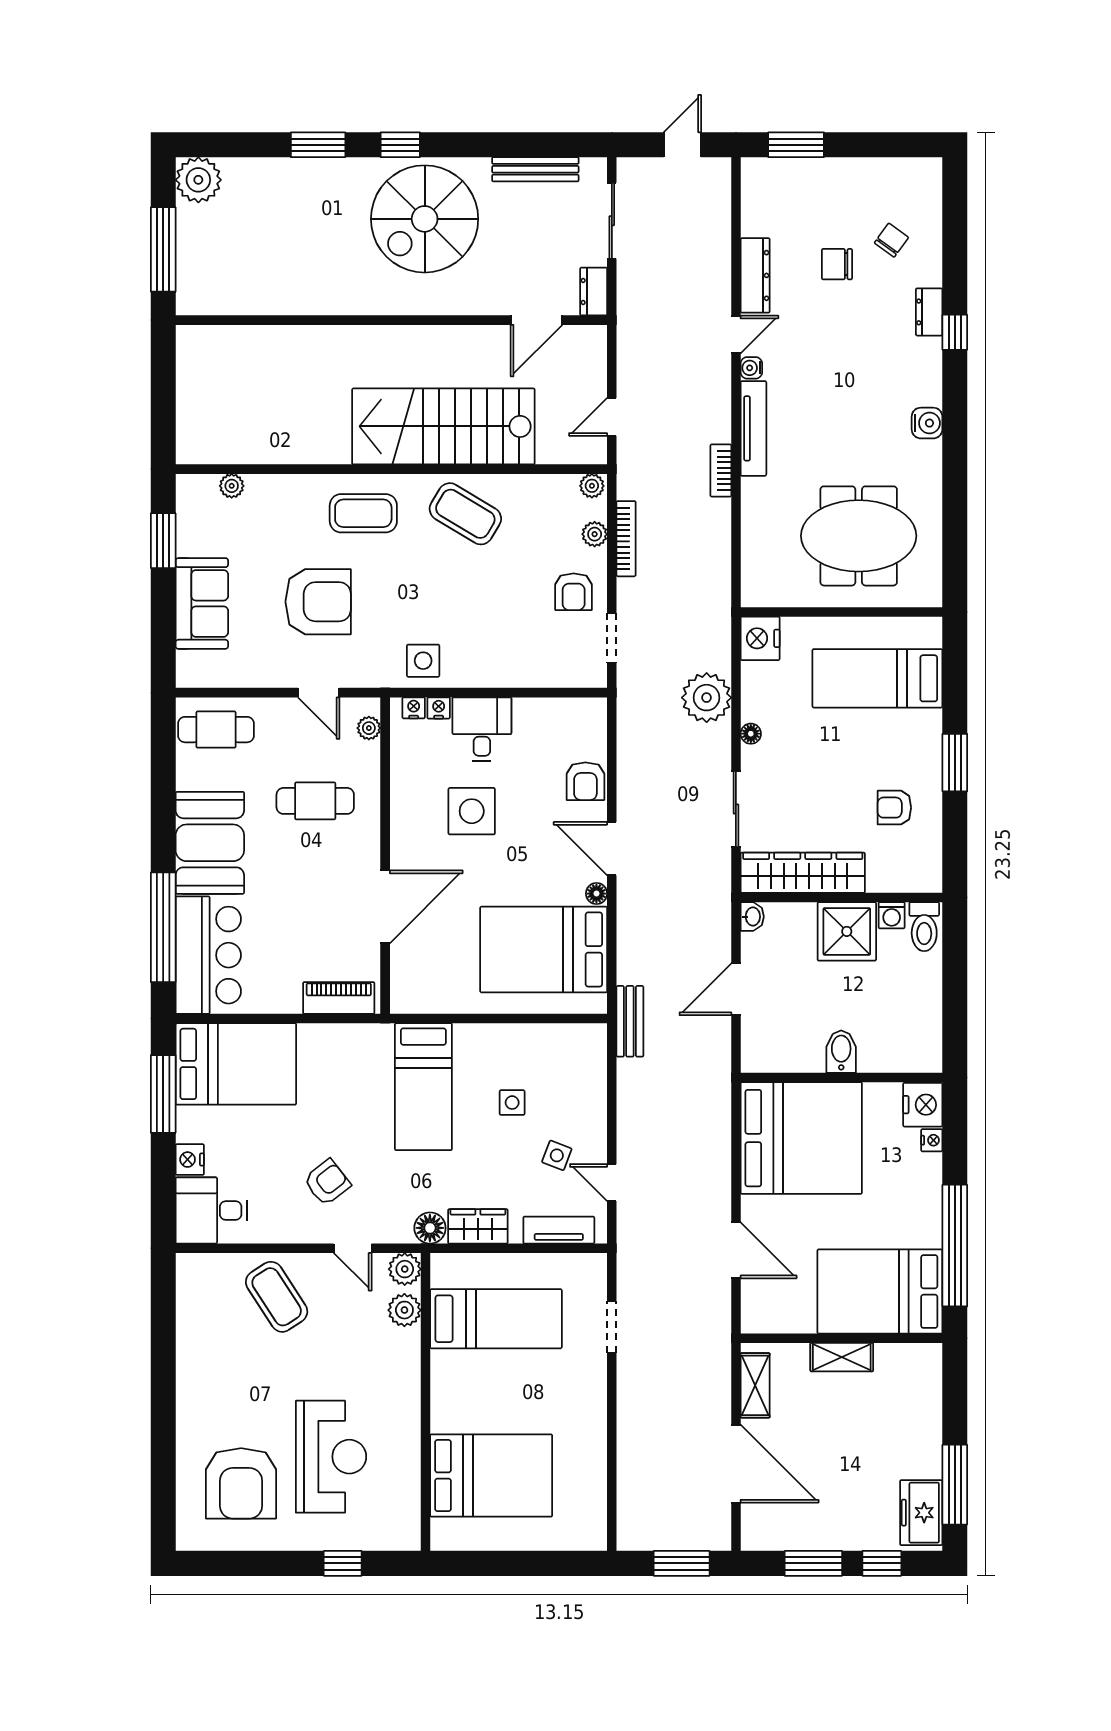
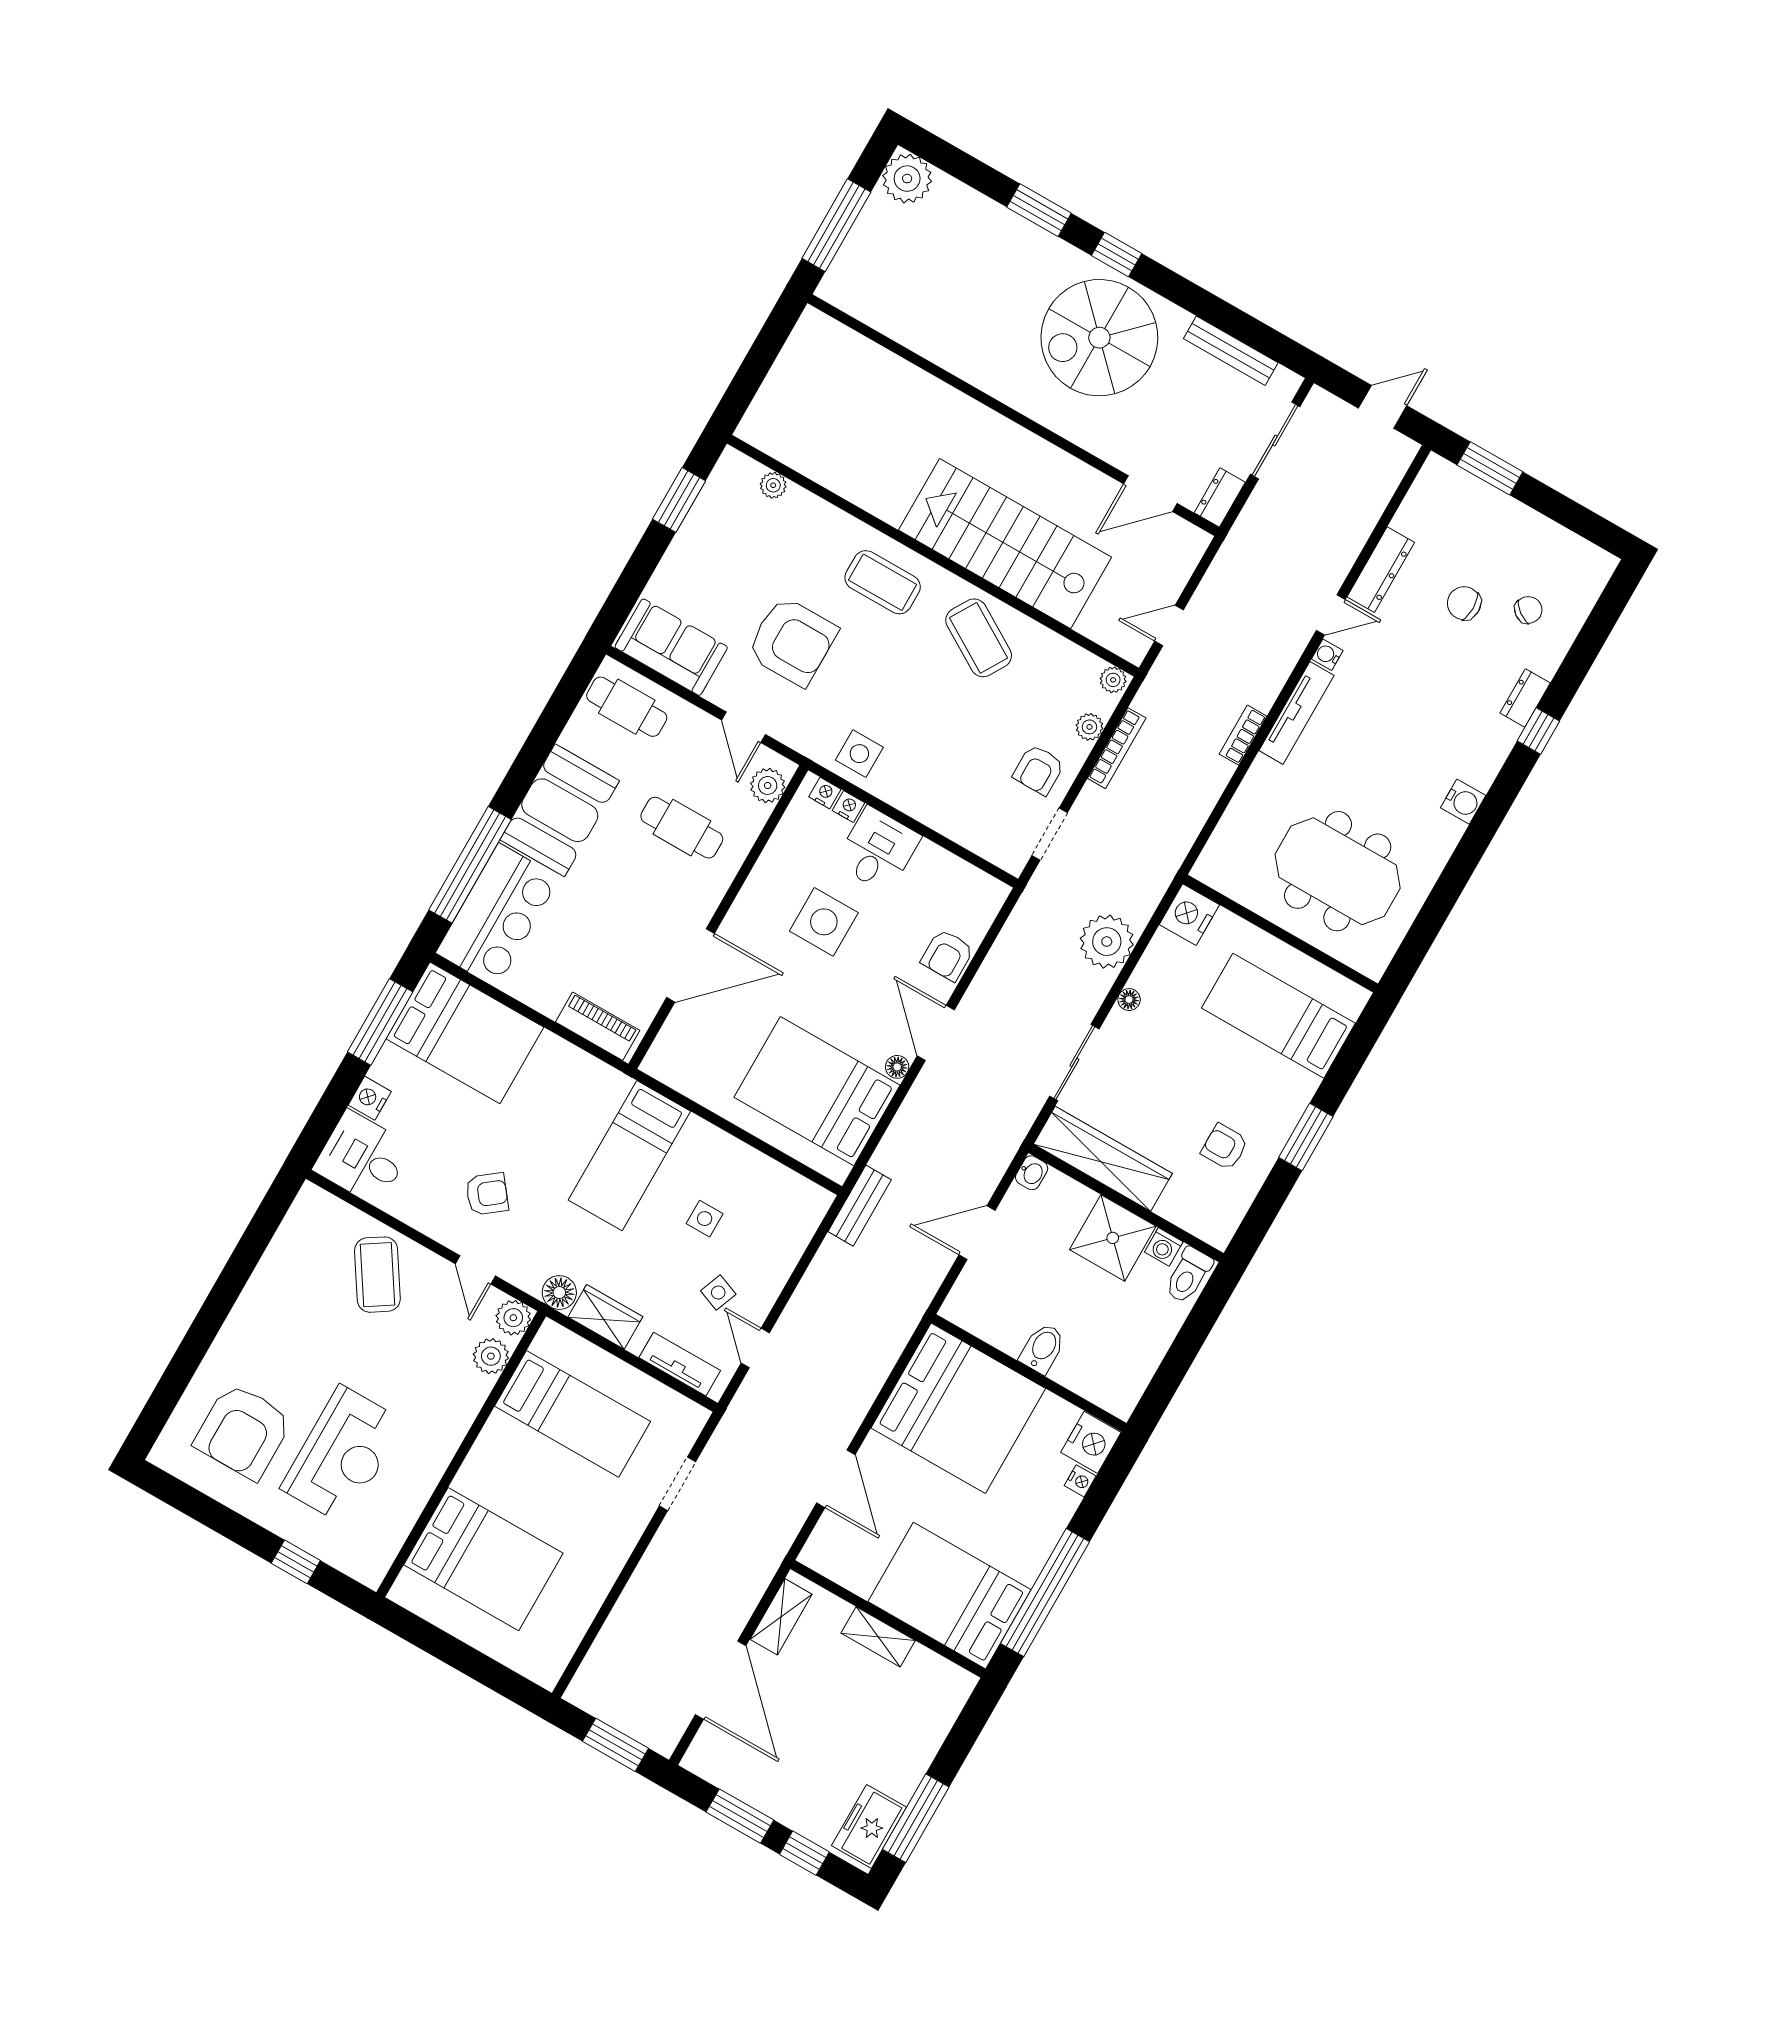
sofa: (202, 603) -> (671, 647), moved, turned -90
plant: (369, 728) -> (768, 785), width x1.38, depth x1.38

